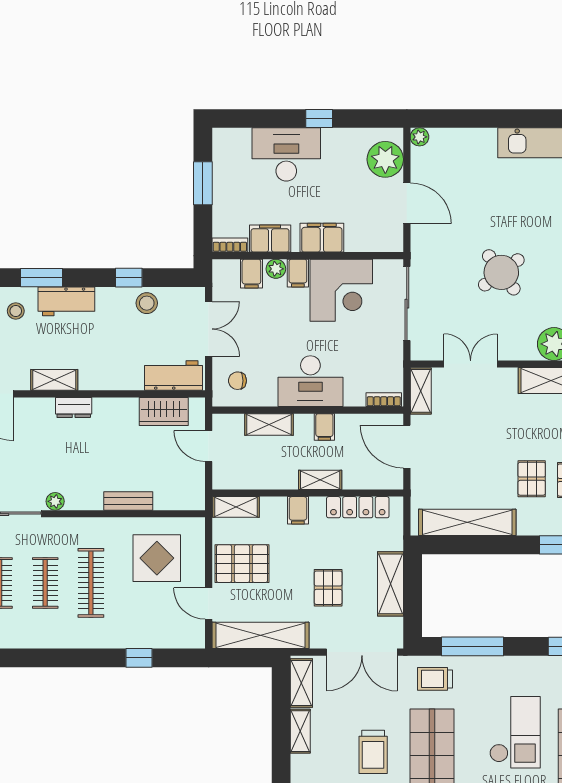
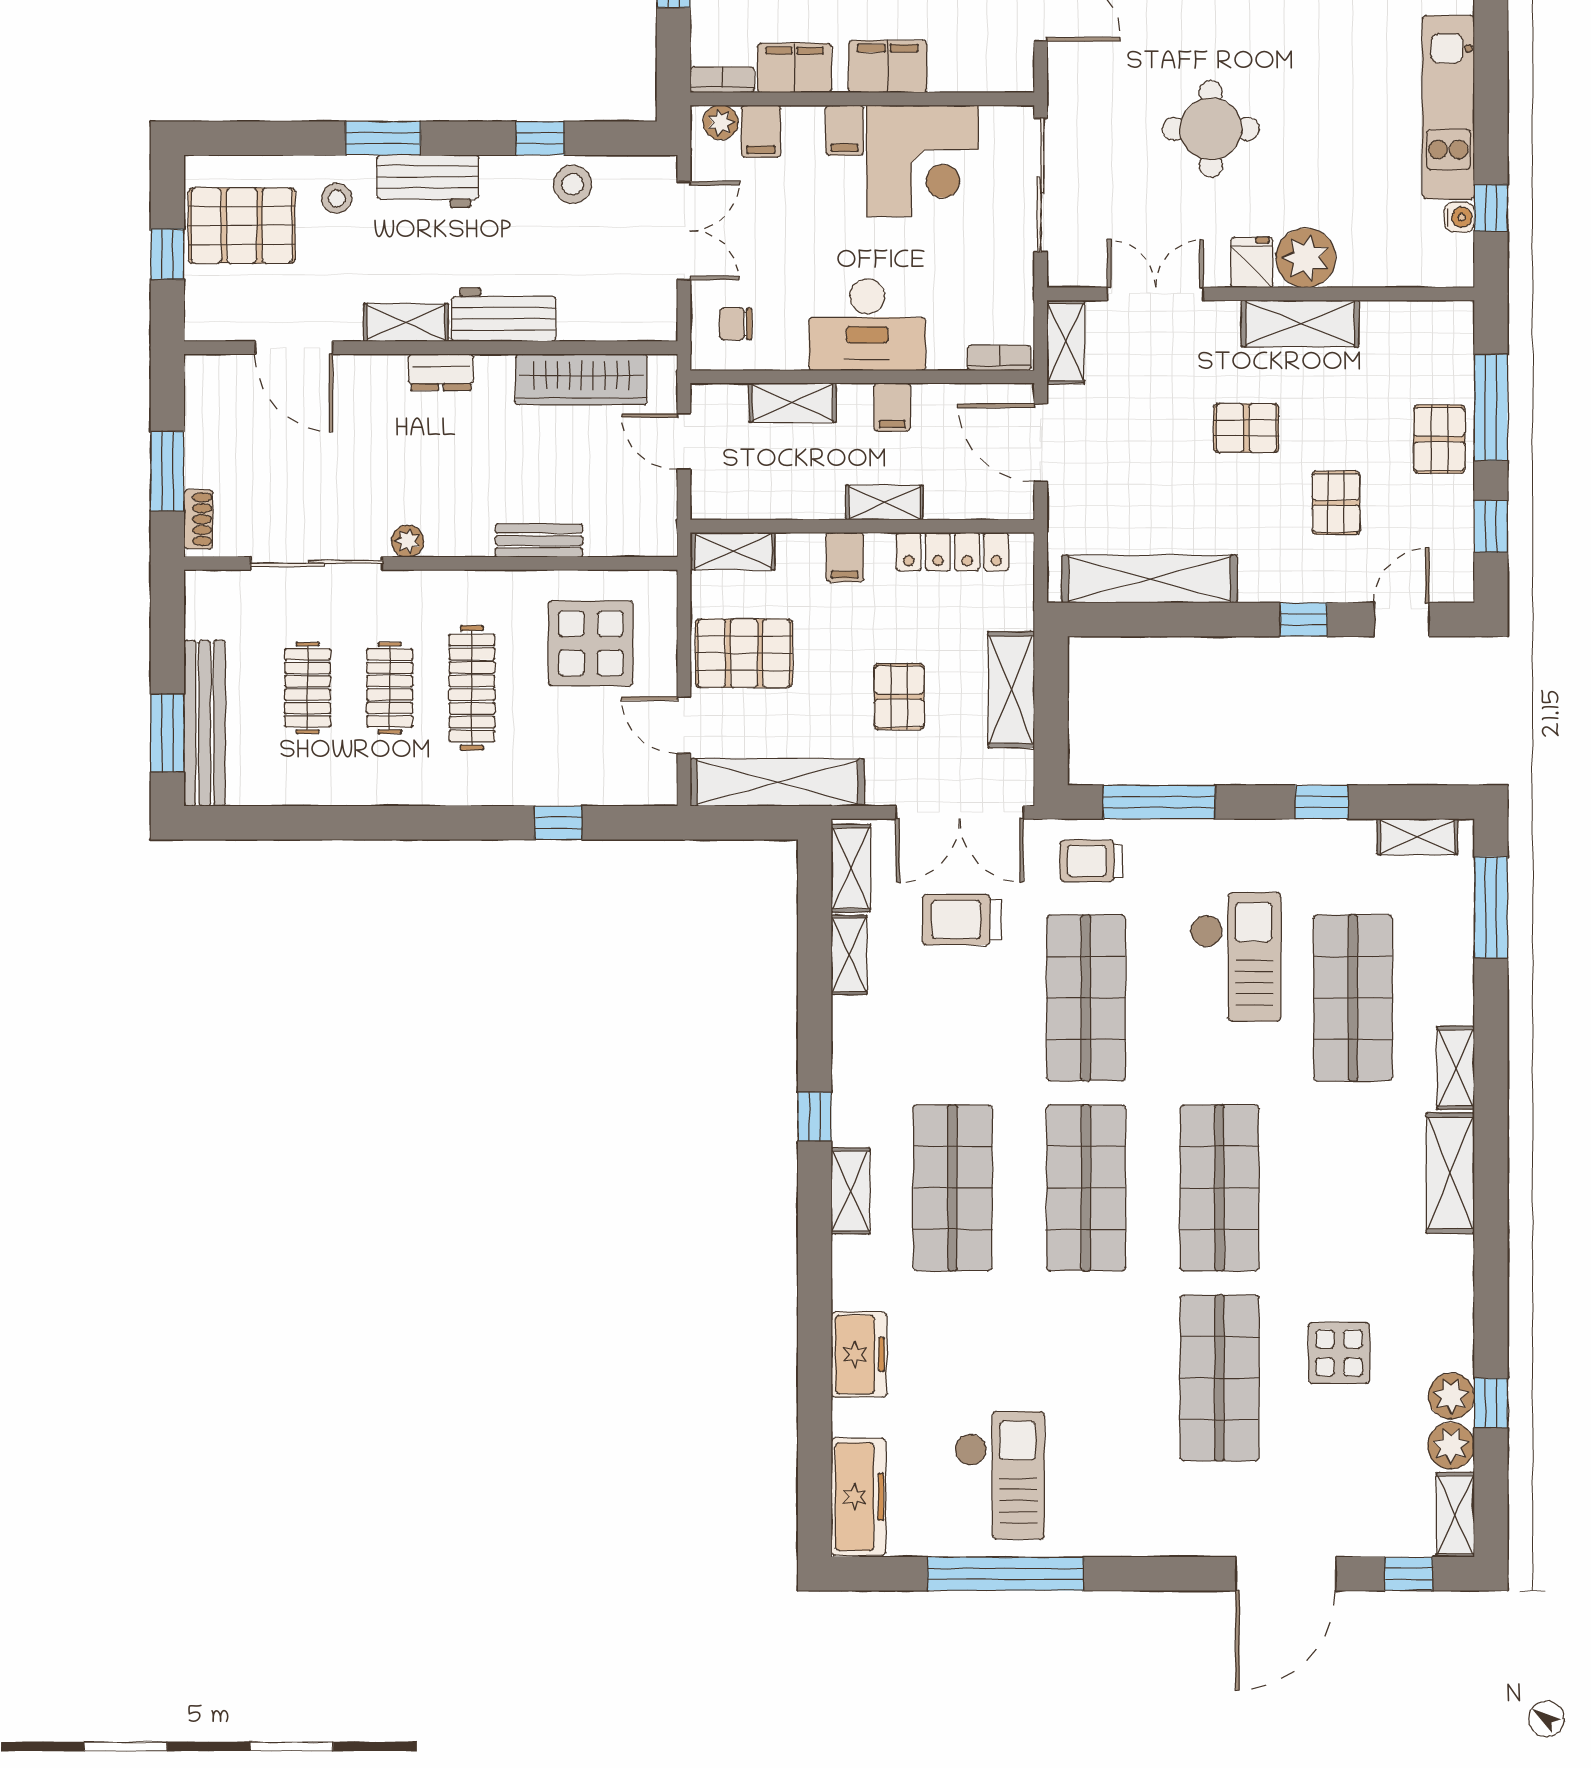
plant: (276, 269) -> (721, 122), moved
round table: (501, 272) -> (1211, 129), turned 37
fridge: (524, 347) -> (1252, 262), added
workbench: (173, 376) -> (504, 315), moved
wardrobe: (164, 412) -> (581, 379), width x1.50
pallet: (532, 479) -> (1246, 428), moved, turned 90
trolley: (373, 752) -> (962, 920), moved, turned 90

